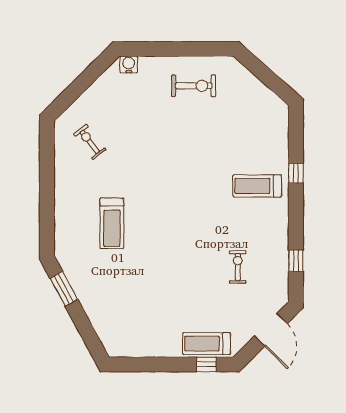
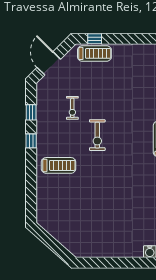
exercise bike: (194, 86) -> (97, 135), moved, turned -90
window: (296, 173) -> (31, 141), moved

